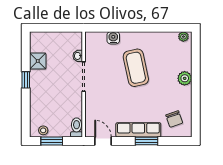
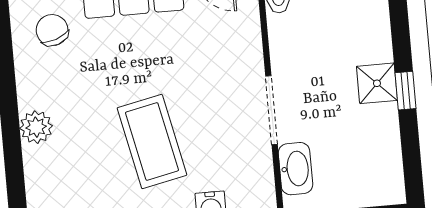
washbasin: (78, 56) -> (295, 169), width x1.91, depth x1.45
shower: (38, 61) -> (377, 83), moved

